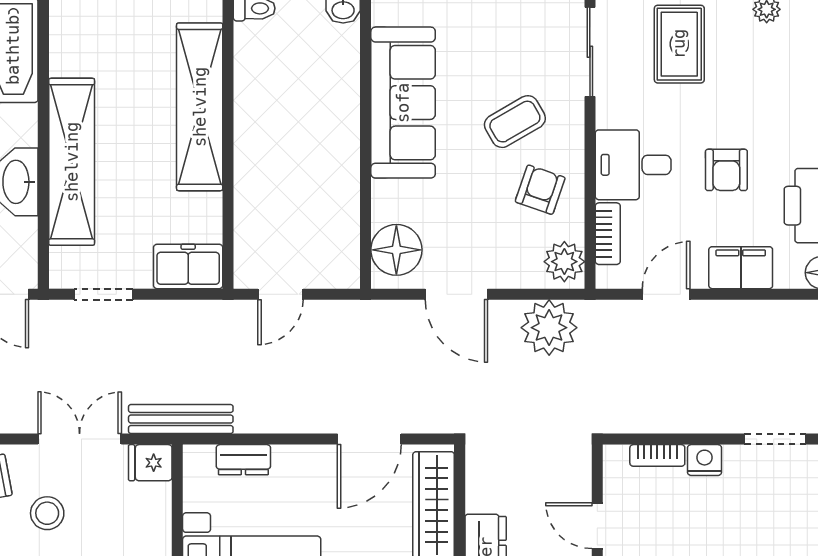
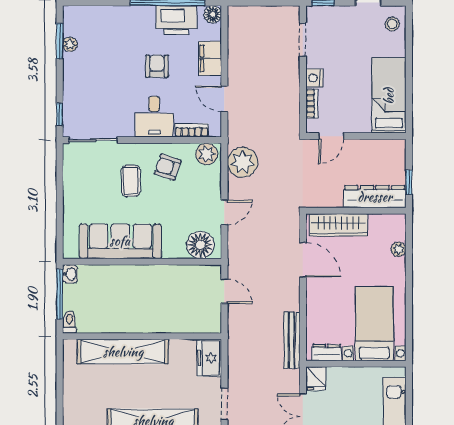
rug: (679, 44) -> (89, 92), removed
coffee table: (515, 122) -> (131, 181), turned 30
armchair: (726, 170) -> (157, 66), turned -90
door: (280, 294) -> (224, 291), moved
door: (456, 294) -> (224, 212), width x0.73
bench: (181, 419) -> (292, 340), moved
dresser: (243, 460) -> (327, 353), moved, turned -90
door: (597, 526) -> (331, 136), moved

